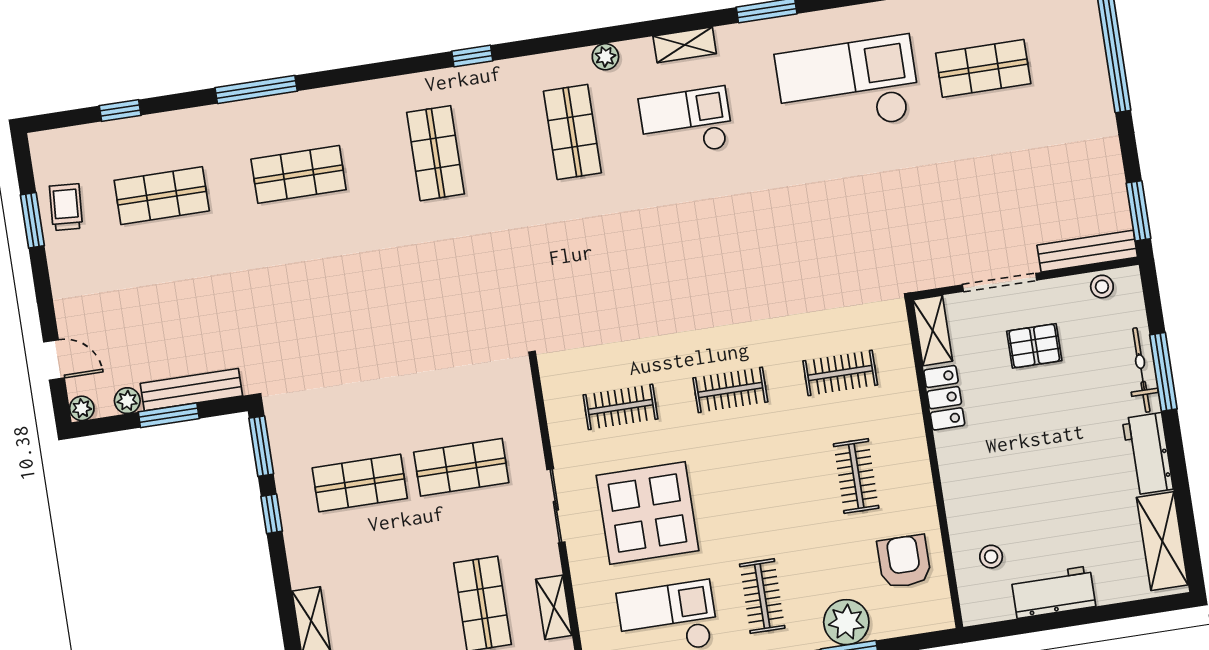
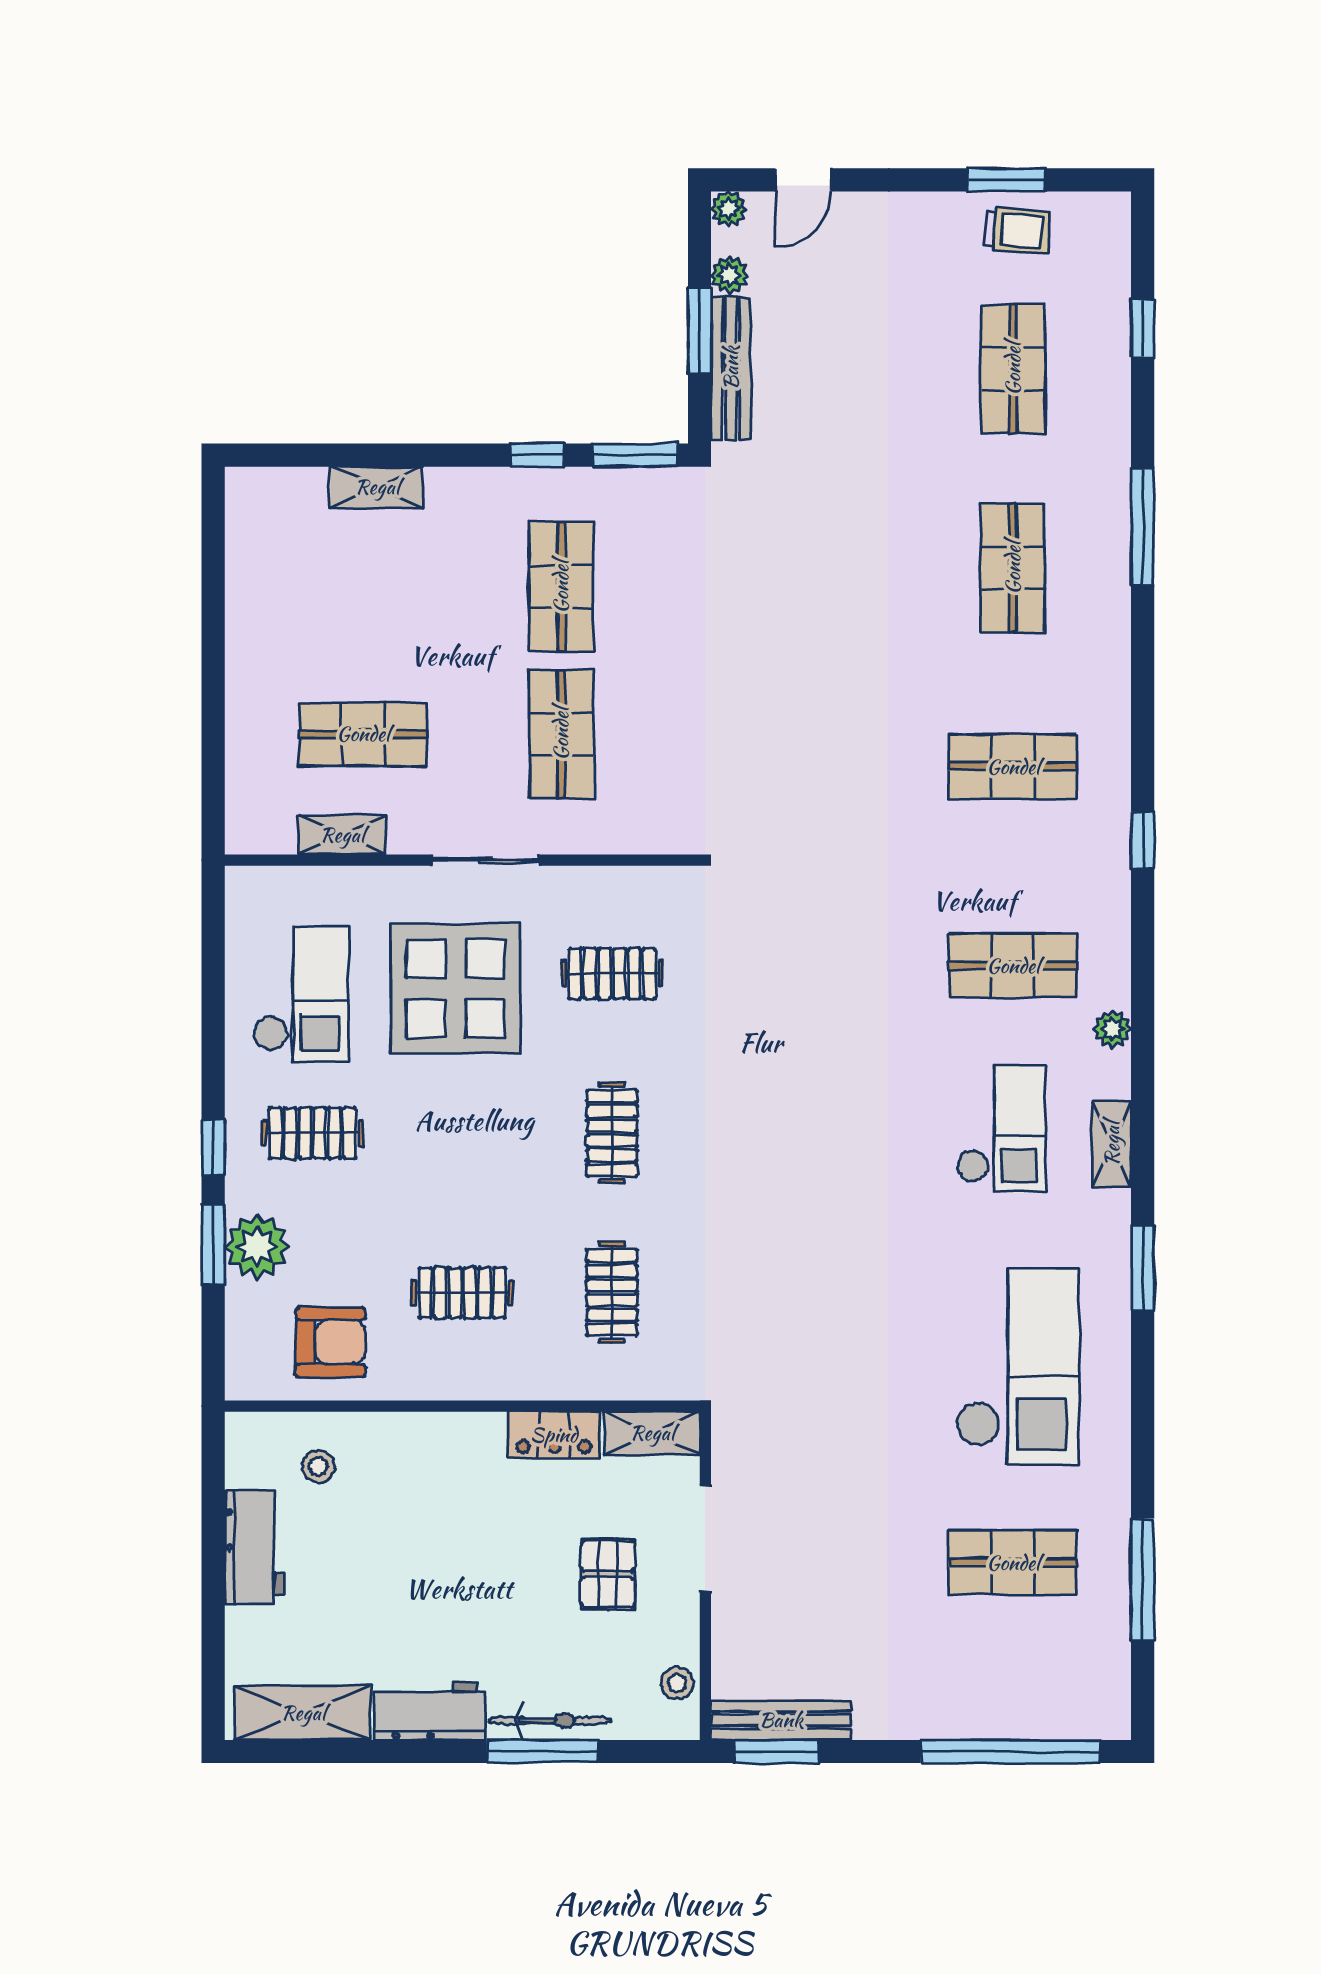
shop shelf: (983, 68) -> (1013, 1563), turned 90
bench: (1087, 251) -> (781, 1720), moved, turned 90
clothes rail: (621, 407) -> (612, 973), turned 90

